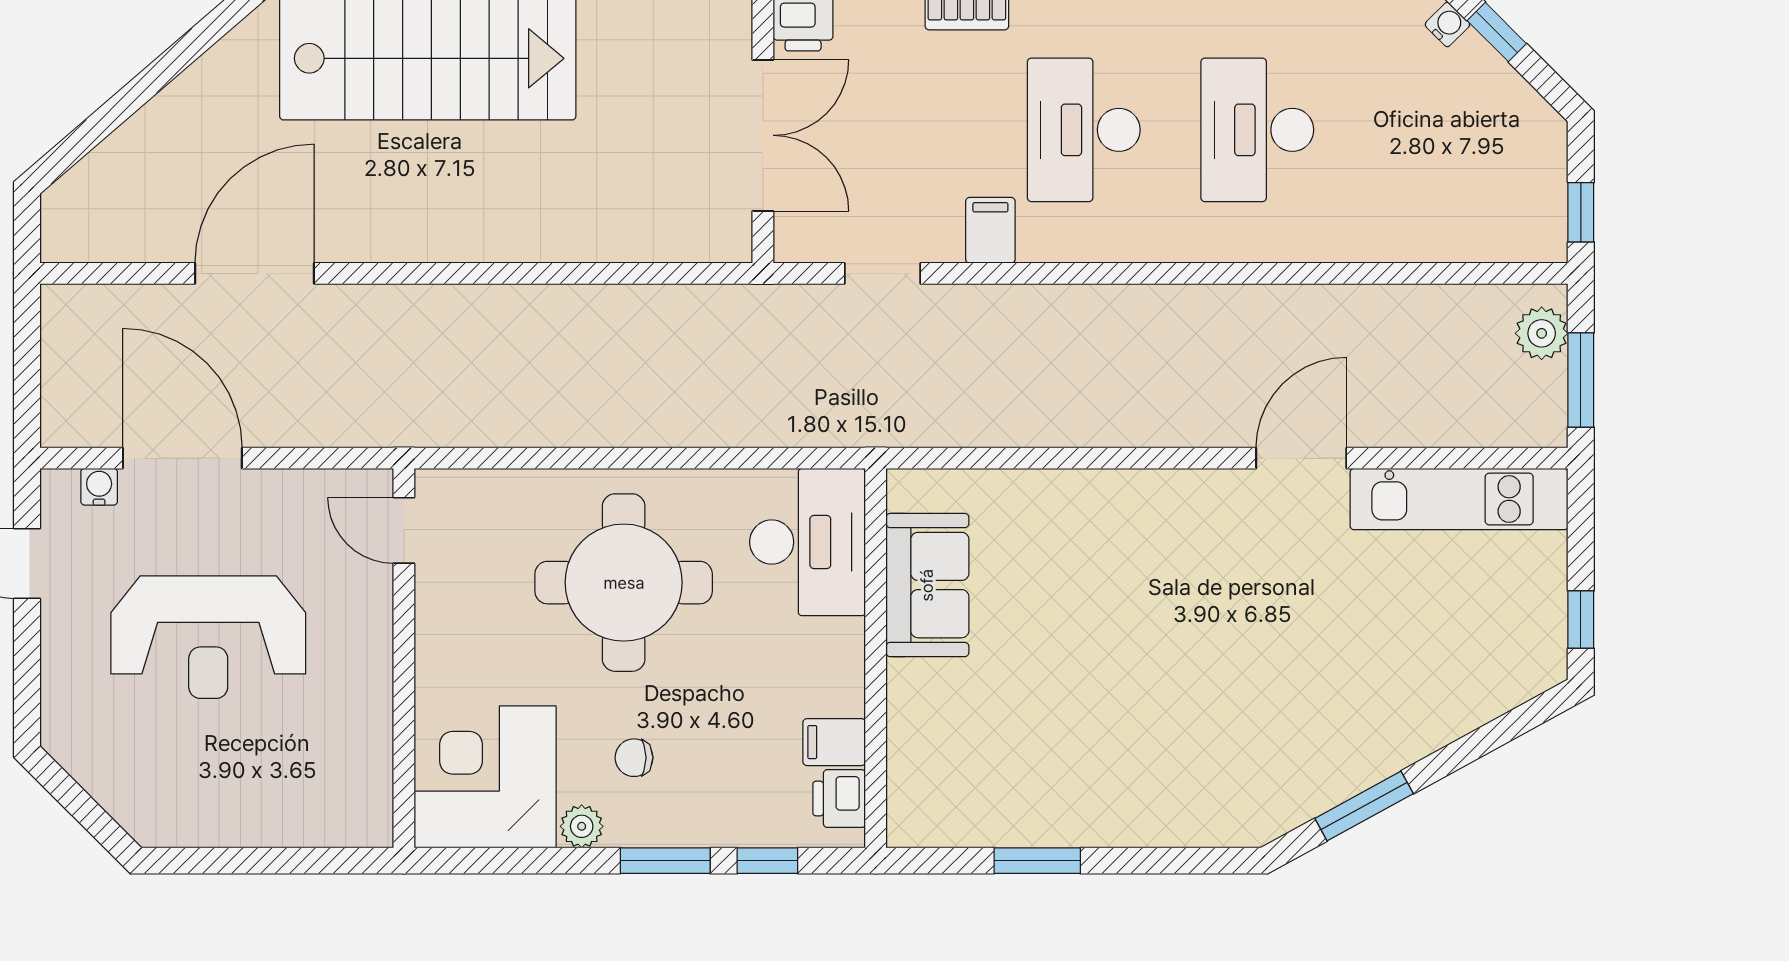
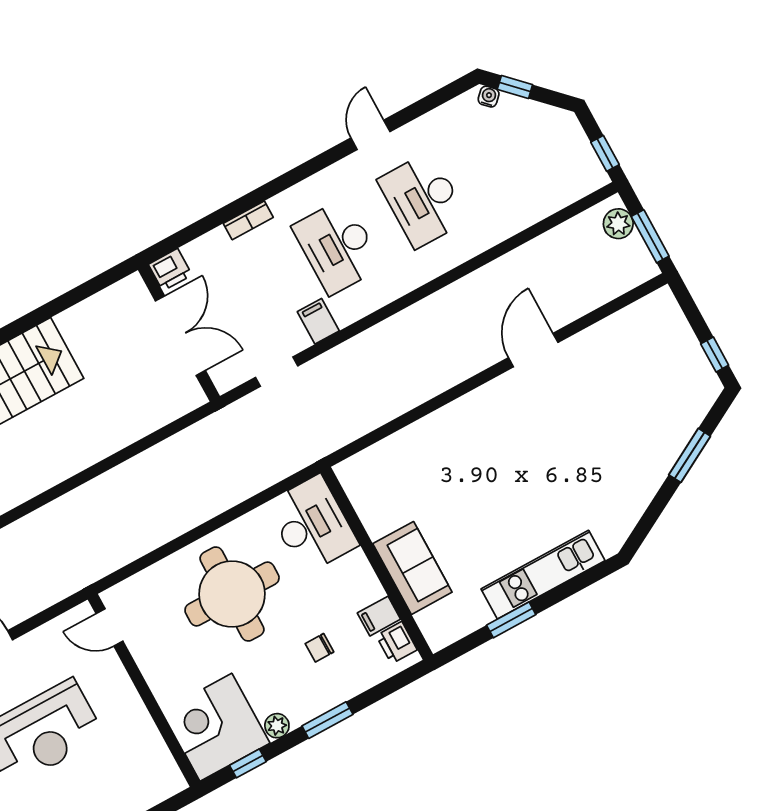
kitchen unit: (1459, 499) -> (543, 575), moved, turned 180
sofa: (927, 585) -> (412, 568), moved
chair: (634, 758) -> (319, 648), moved
window: (1364, 806) -> (690, 455), moved
window: (767, 861) -> (248, 763), moved

